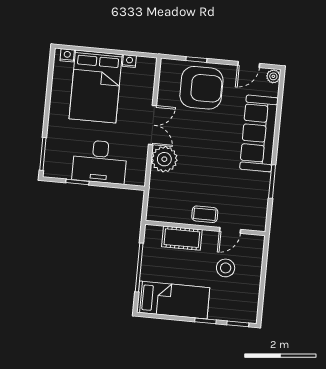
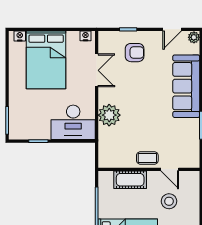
nightstand: (129, 61) -> (85, 36), moved
armchair: (201, 88) -> (135, 53), width x0.53, depth x0.53
double door: (153, 125) -> (97, 70), moved
desk: (100, 162) -> (73, 122), moved
door: (230, 230) -> (170, 169), hinge flipped

